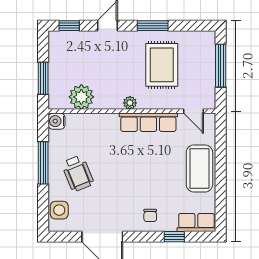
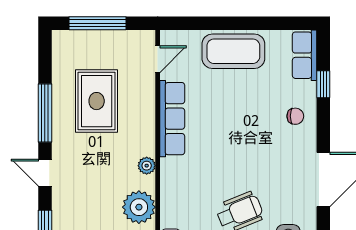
window: (153, 26) -> (45, 113), width x1.44
rug: (162, 65) -> (97, 101), turned 90
plant: (130, 103) -> (147, 166), moved

